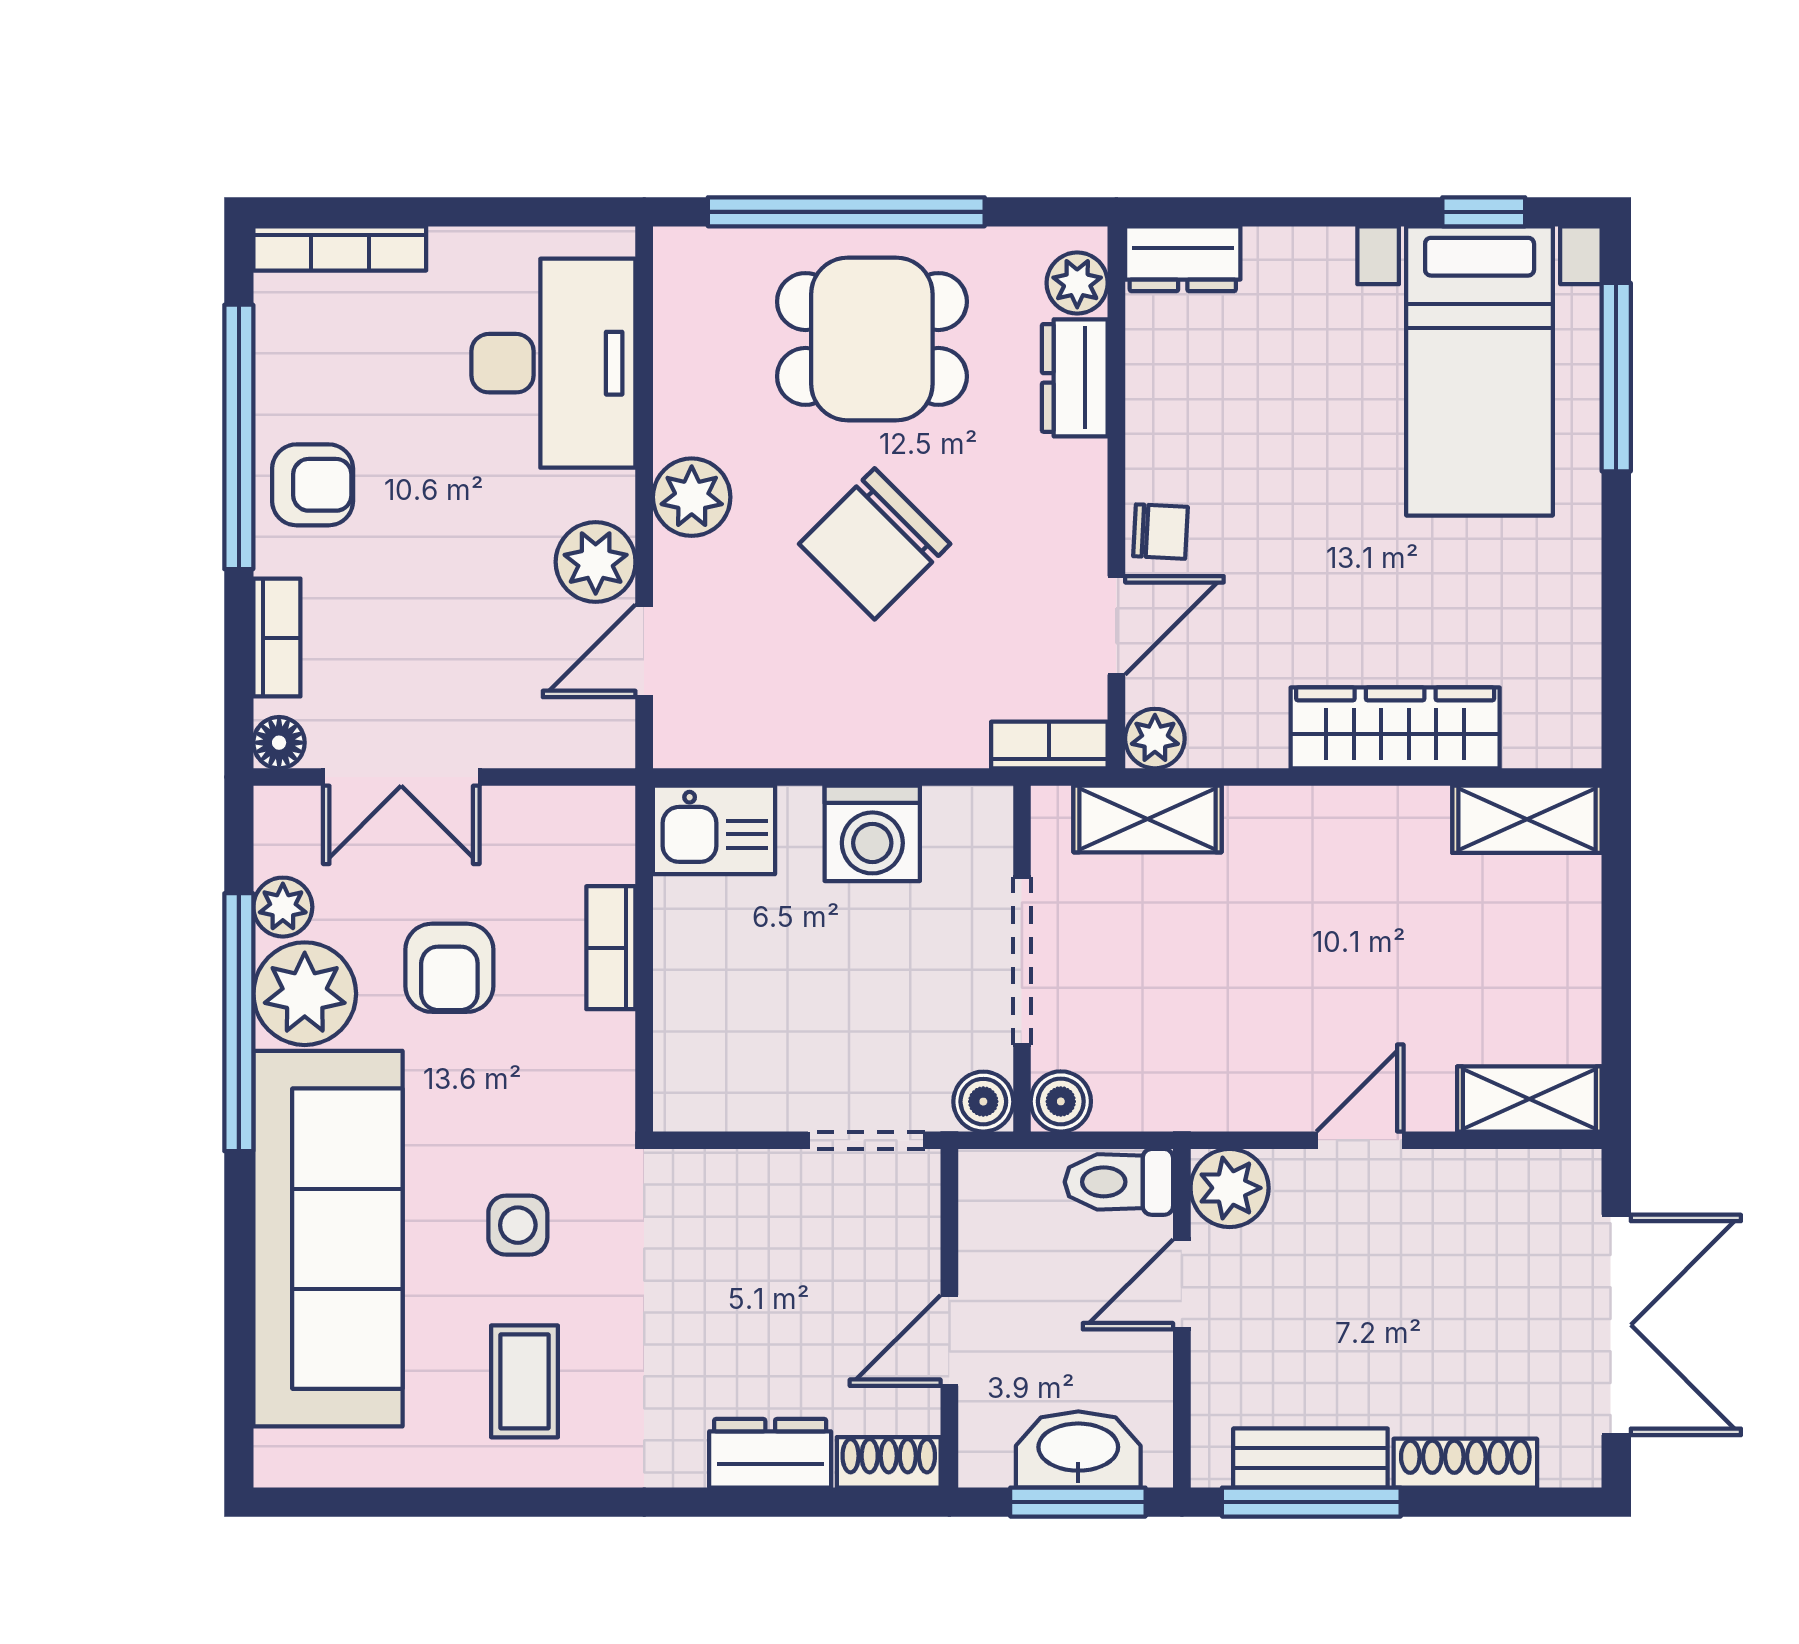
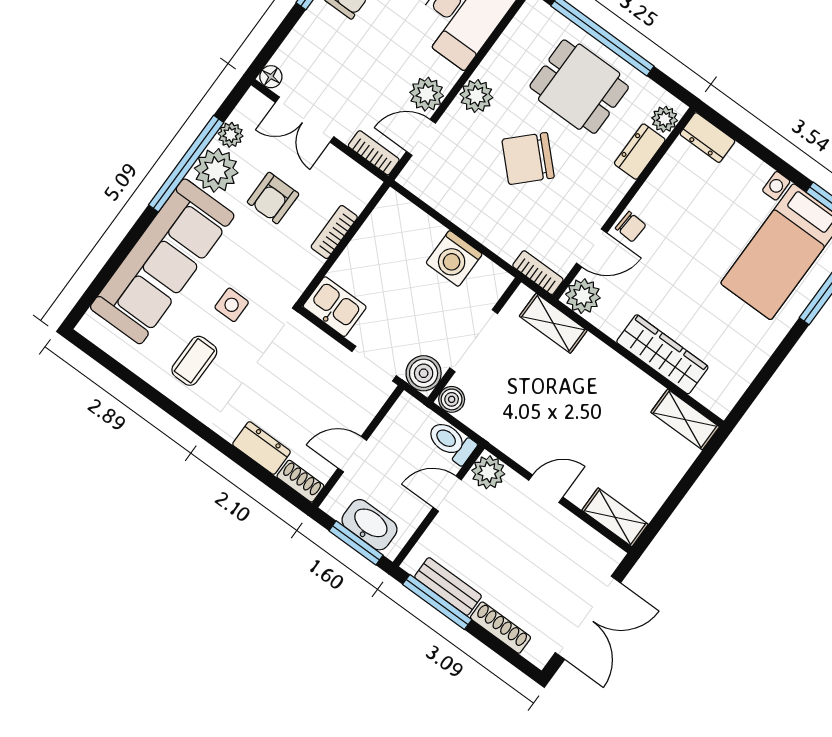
bookcase: (277, 638) -> (374, 153), moved, turned -90
plant: (1155, 739) -> (583, 296), width x1.38, depth x1.38
kitchen sink: (714, 830) -> (335, 307), moved, turned 180
boiler: (983, 1102) -> (424, 373), width x1.36, depth x1.36

